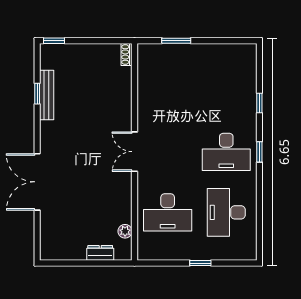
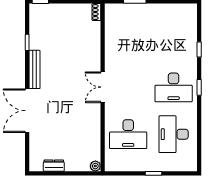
bench: (47, 95) -> (35, 69), moved
plant: (125, 231) -> (95, 166), moved
dresser: (100, 253) -> (54, 166), moved

